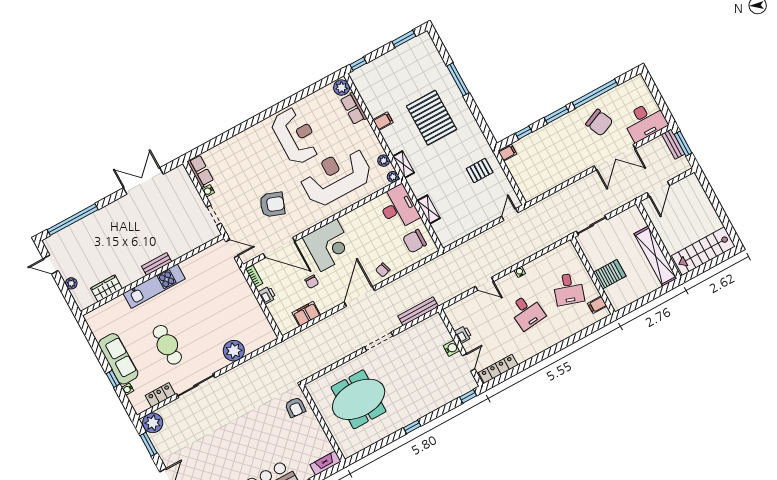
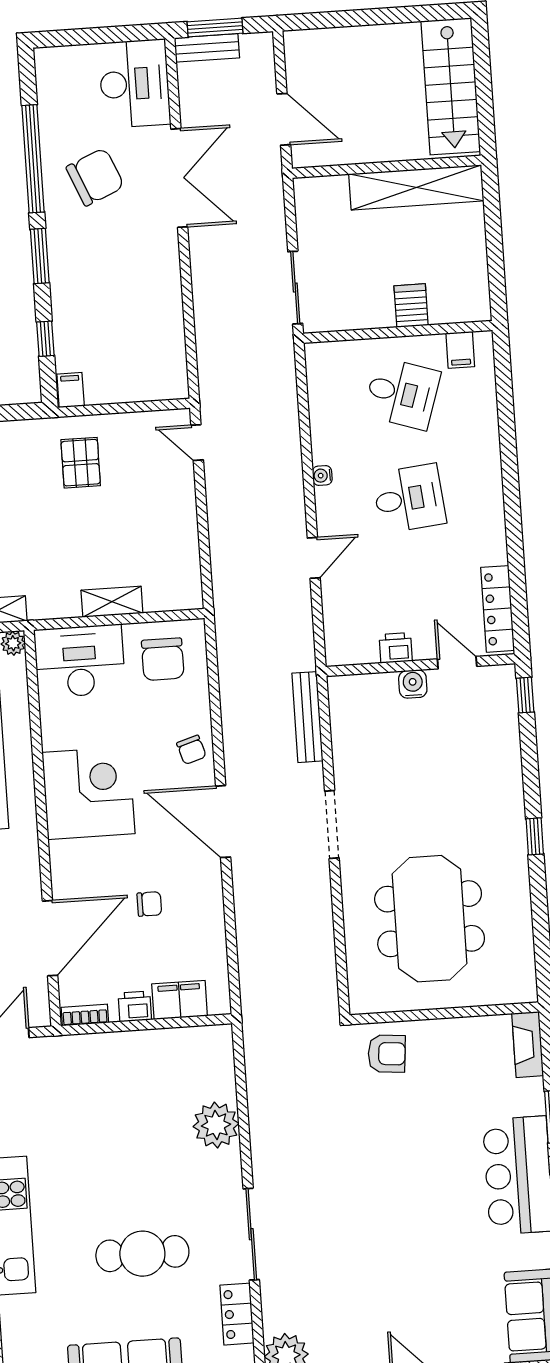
corner desk: (329, 245) -> (88, 793), moved
server rack: (610, 274) -> (411, 306), width x0.73, depth x0.70
filing cabinet: (306, 314) -> (180, 1000), moved, turned 90

